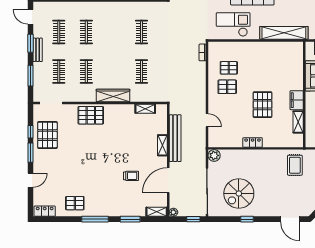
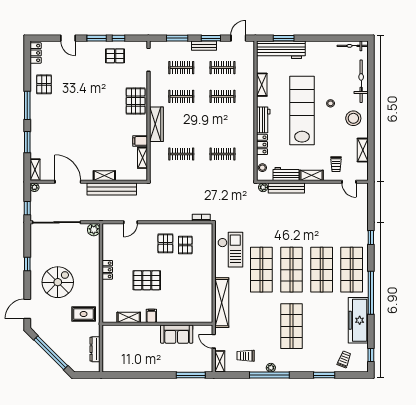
filing cabinet: (297, 100) -> (151, 316), width x0.50
filing cabinet: (129, 111) -> (140, 141), added
pallet: (47, 135) -> (115, 56), width x0.67, depth x0.71
trolley: (131, 176) -> (72, 143), removed
spiral stairs: (239, 193) -> (58, 282), moved, turned 90

